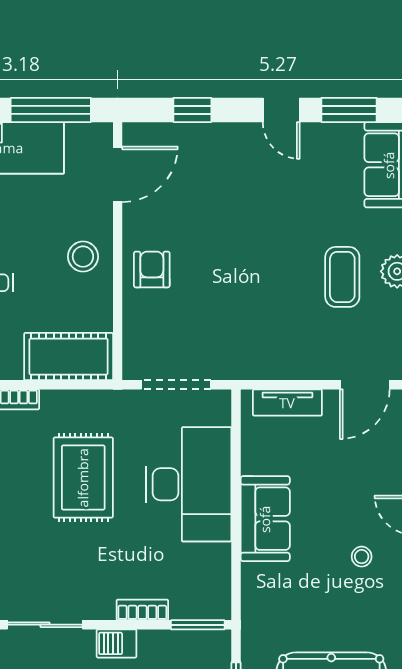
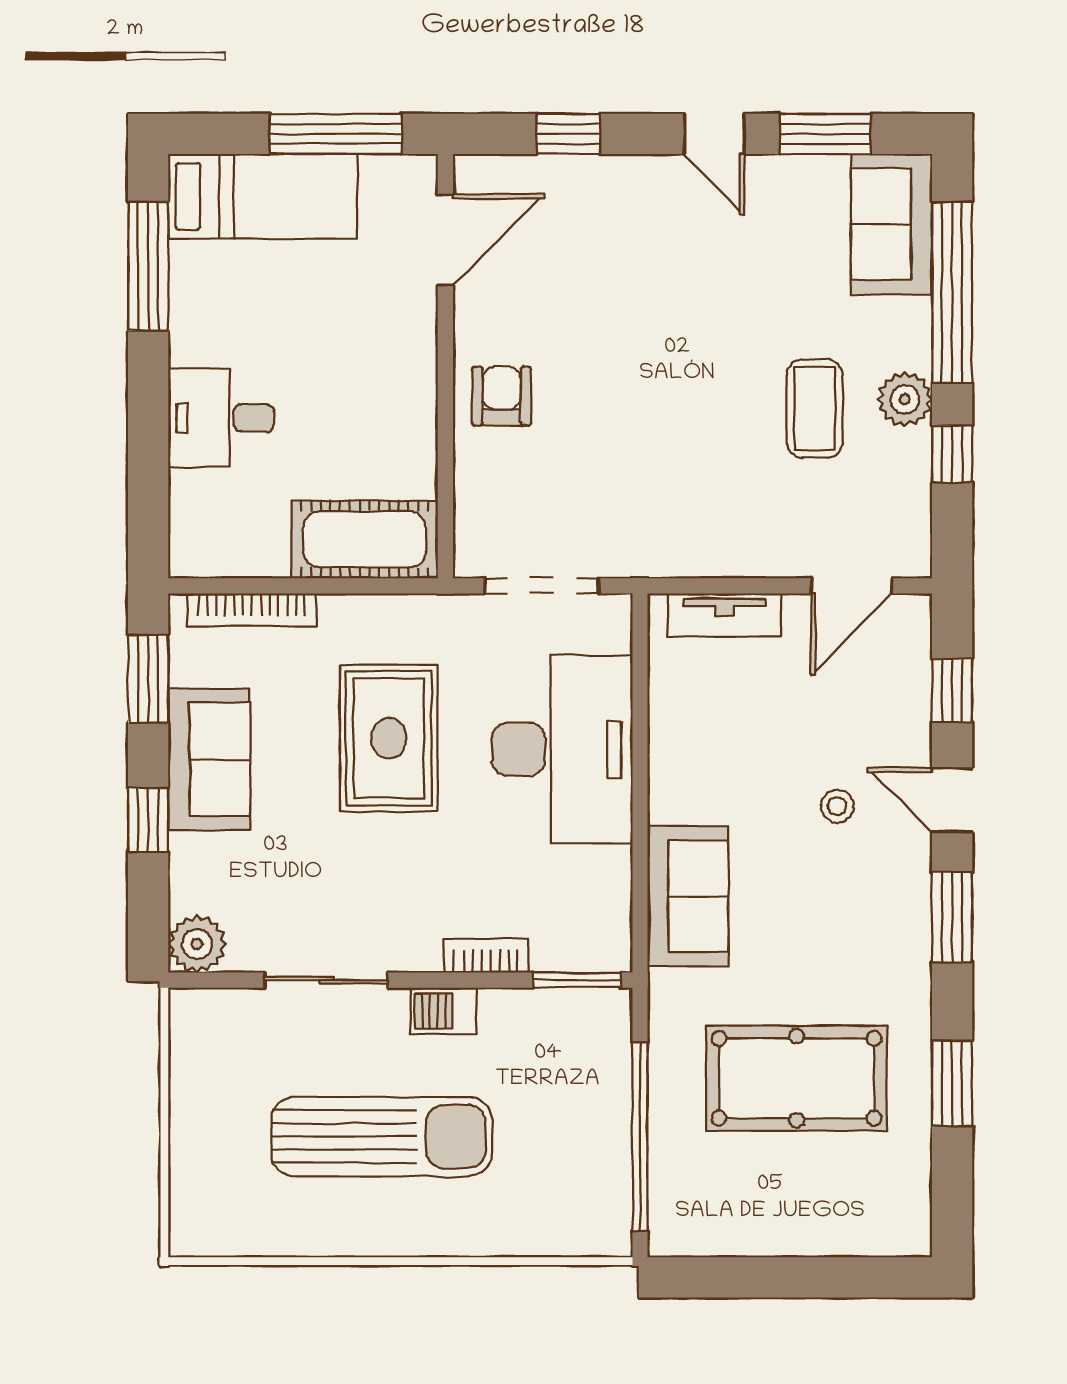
stool: (83, 257) -> (388, 375), removed
sofa: (265, 519) -> (688, 896), moved
stool: (362, 557) -> (837, 806), moved

